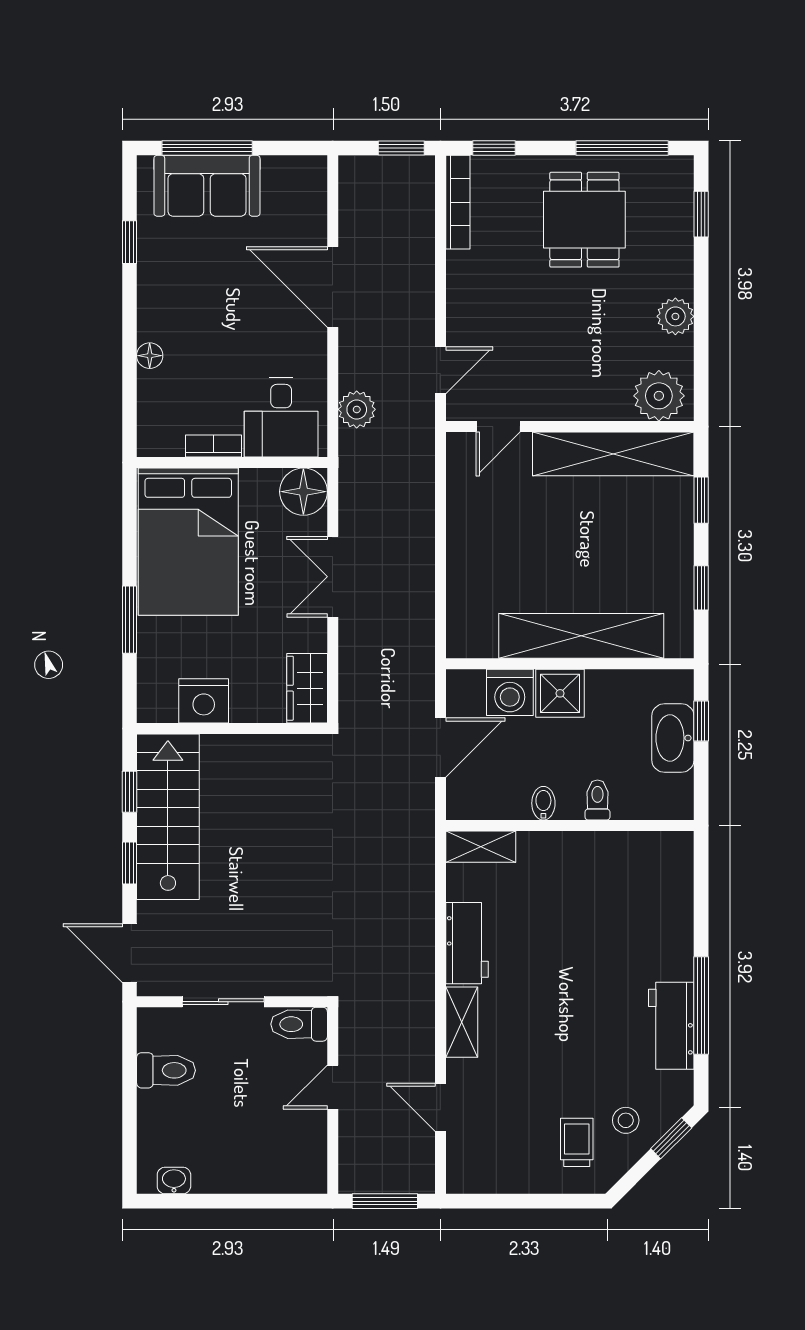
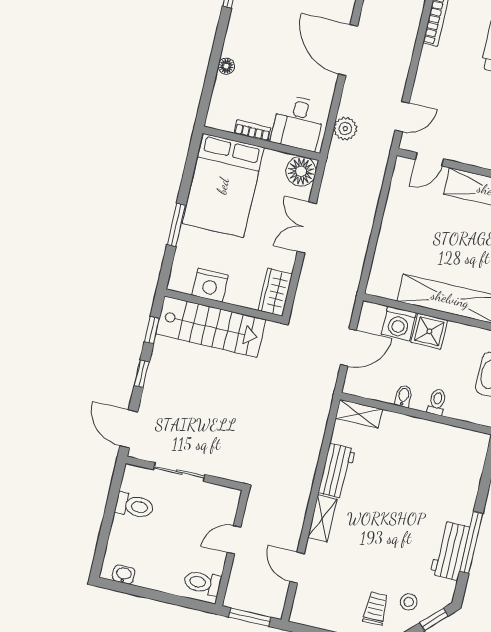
stairs: (168, 817) -> (211, 327), moved, turned 90
toilet: (299, 1024) -> (202, 583), moved

